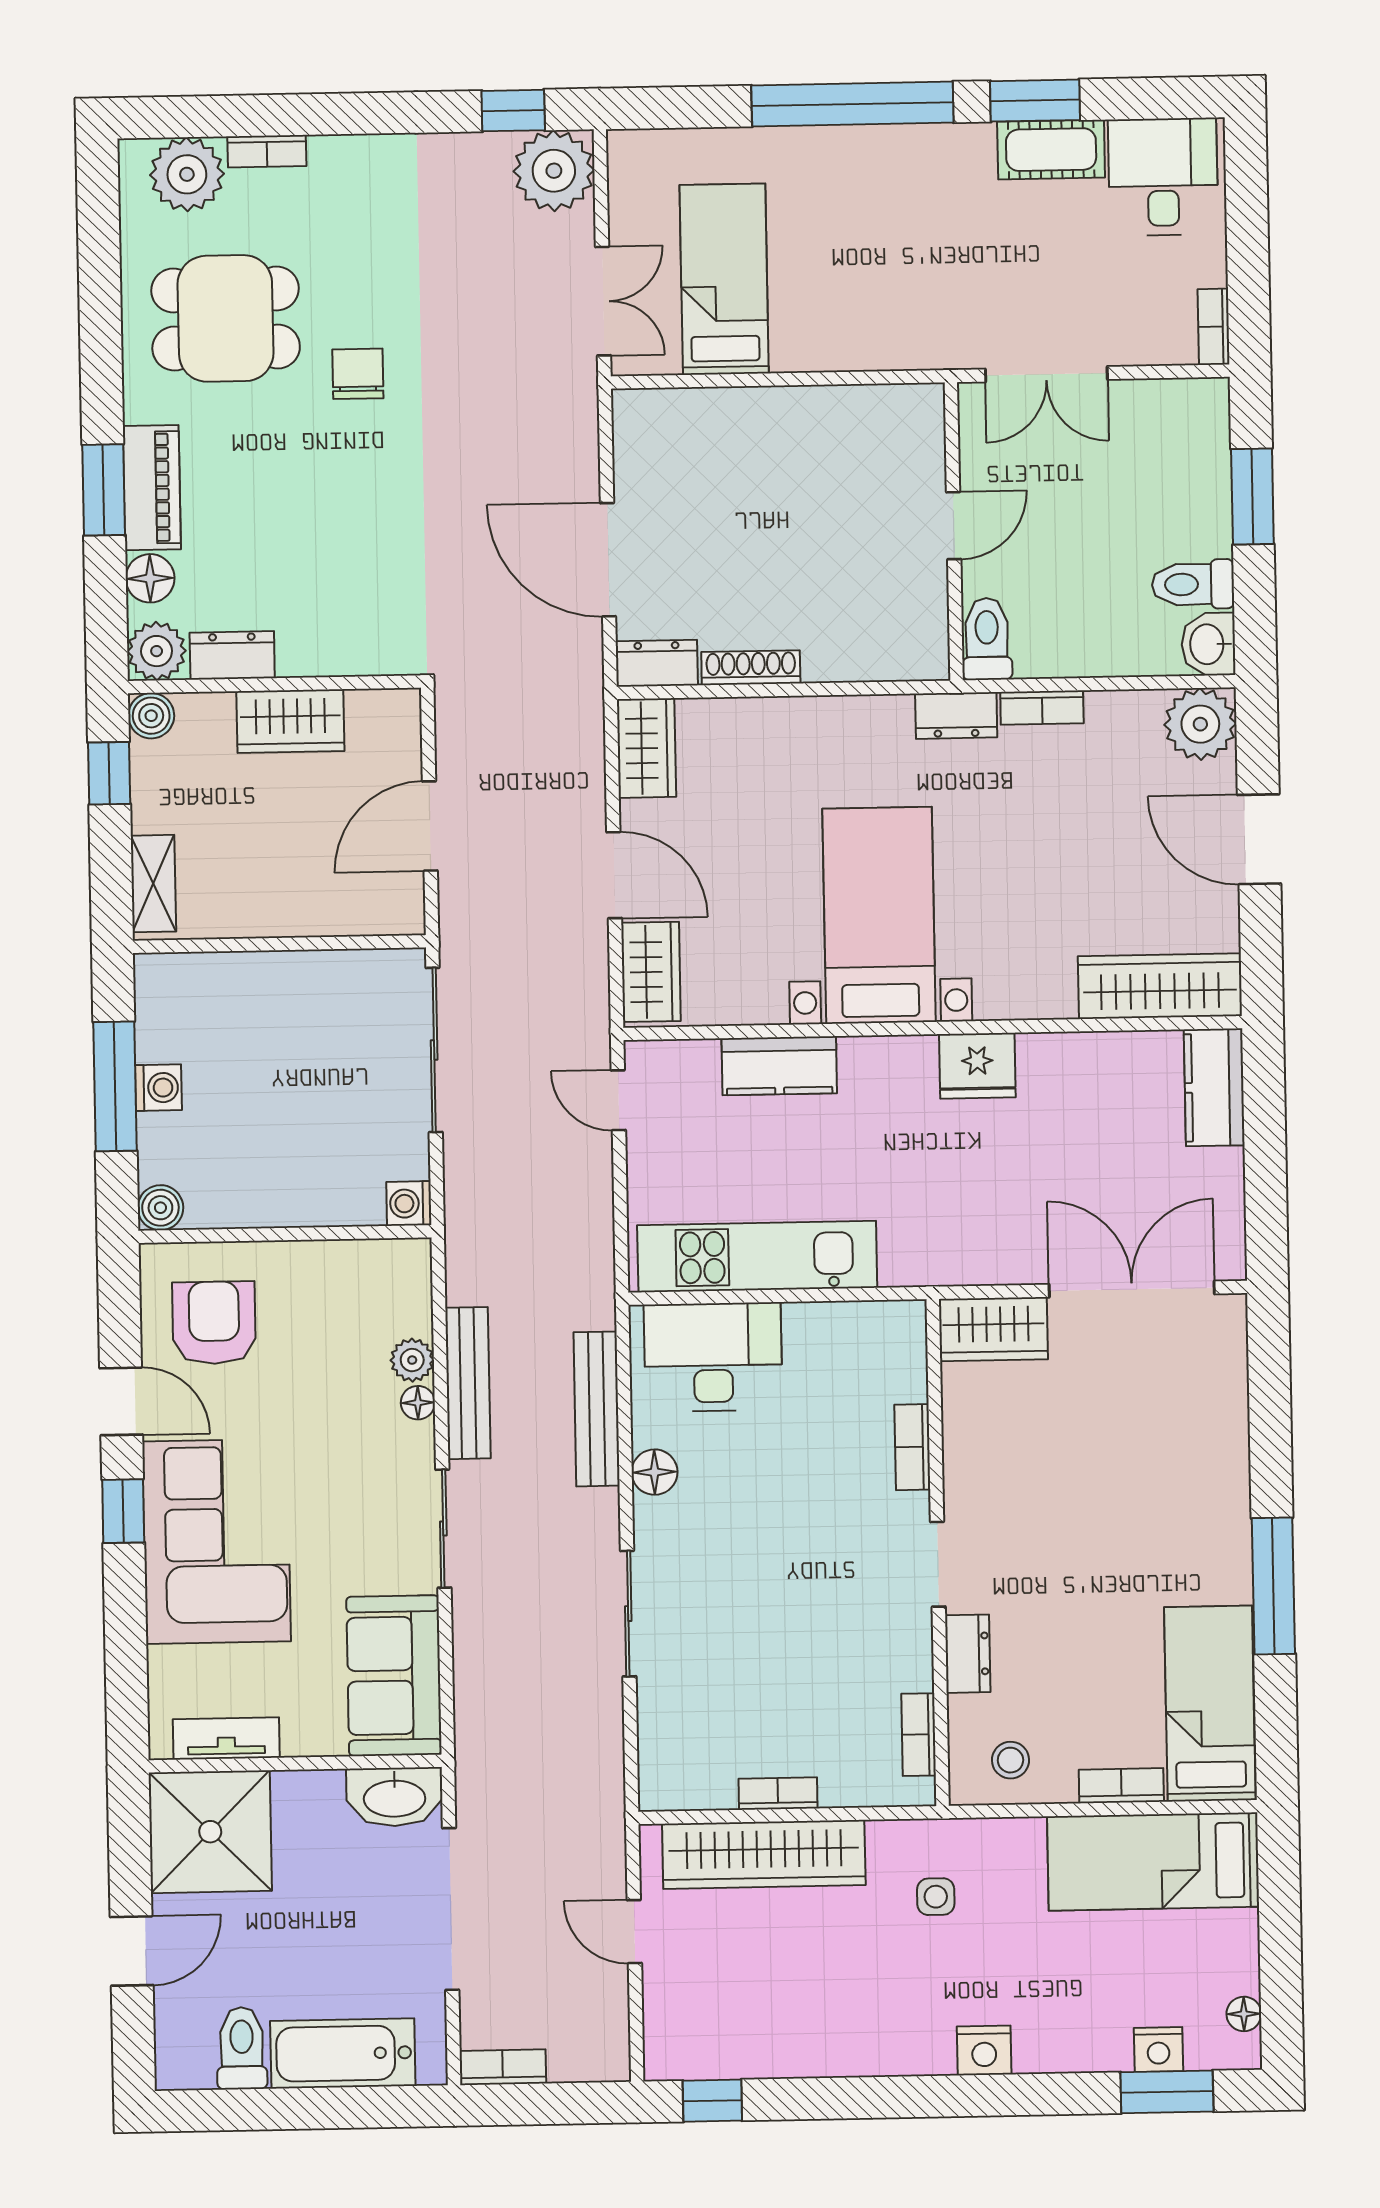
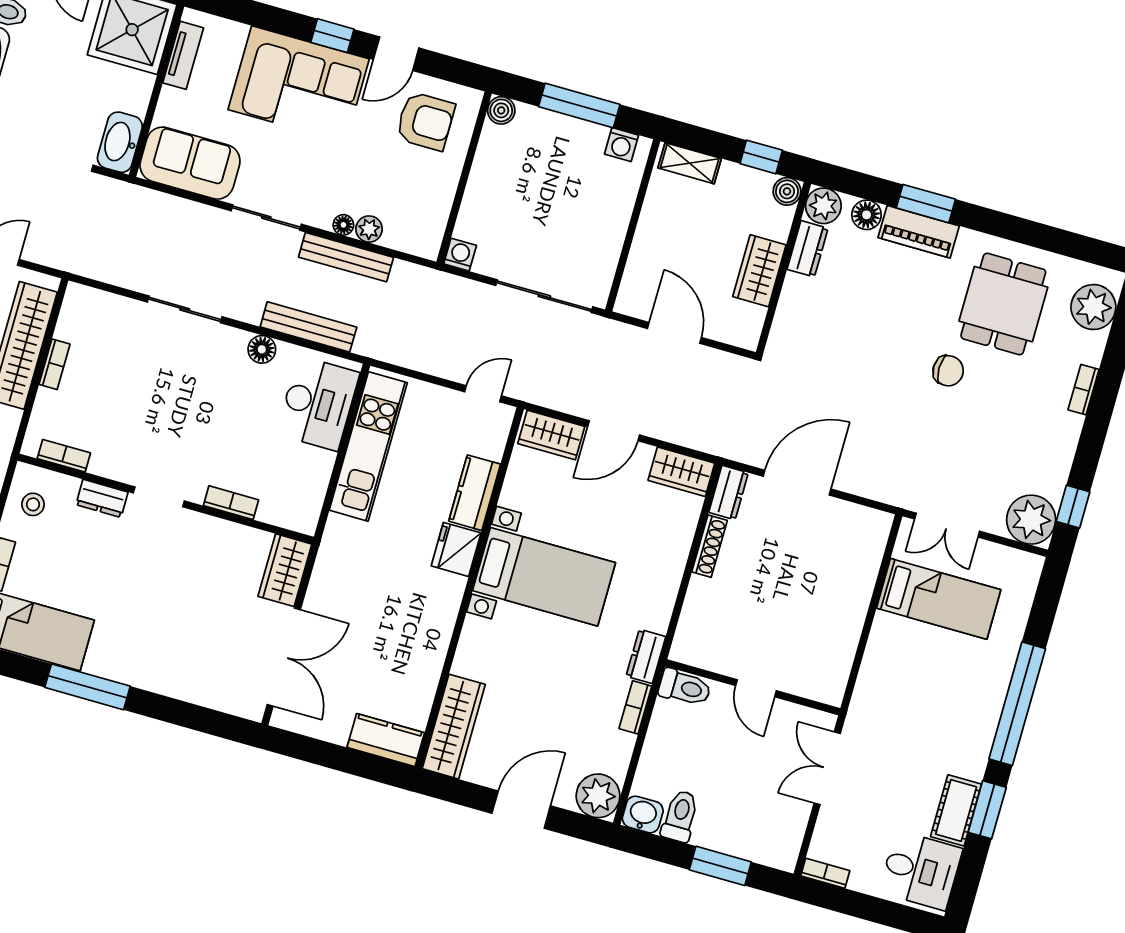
bookcase: (267, 151) -> (1084, 390), moved
fridge: (977, 1066) -> (456, 549), moved
washing machine: (158, 1088) -> (622, 145), moved

